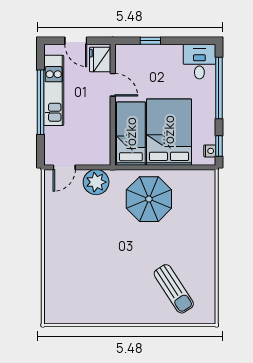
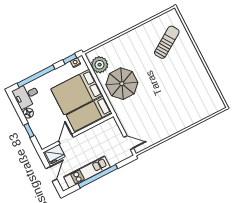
floor lamp: (174, 52) -> (28, 113), added
plant: (96, 182) -> (100, 65), moved

